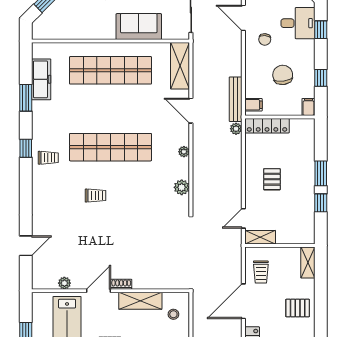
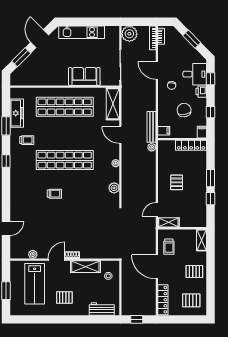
printer: (307, 48) -> (201, 92), added
locker: (267, 126) -> (191, 145), moved
trolley: (48, 158) -> (27, 140), moved
door: (243, 301) -> (157, 267), hinge flipped

